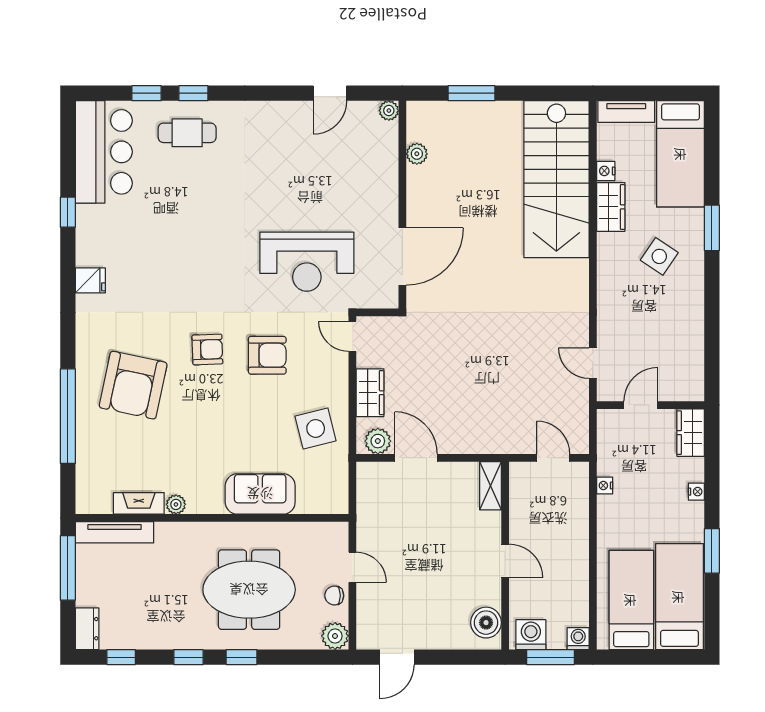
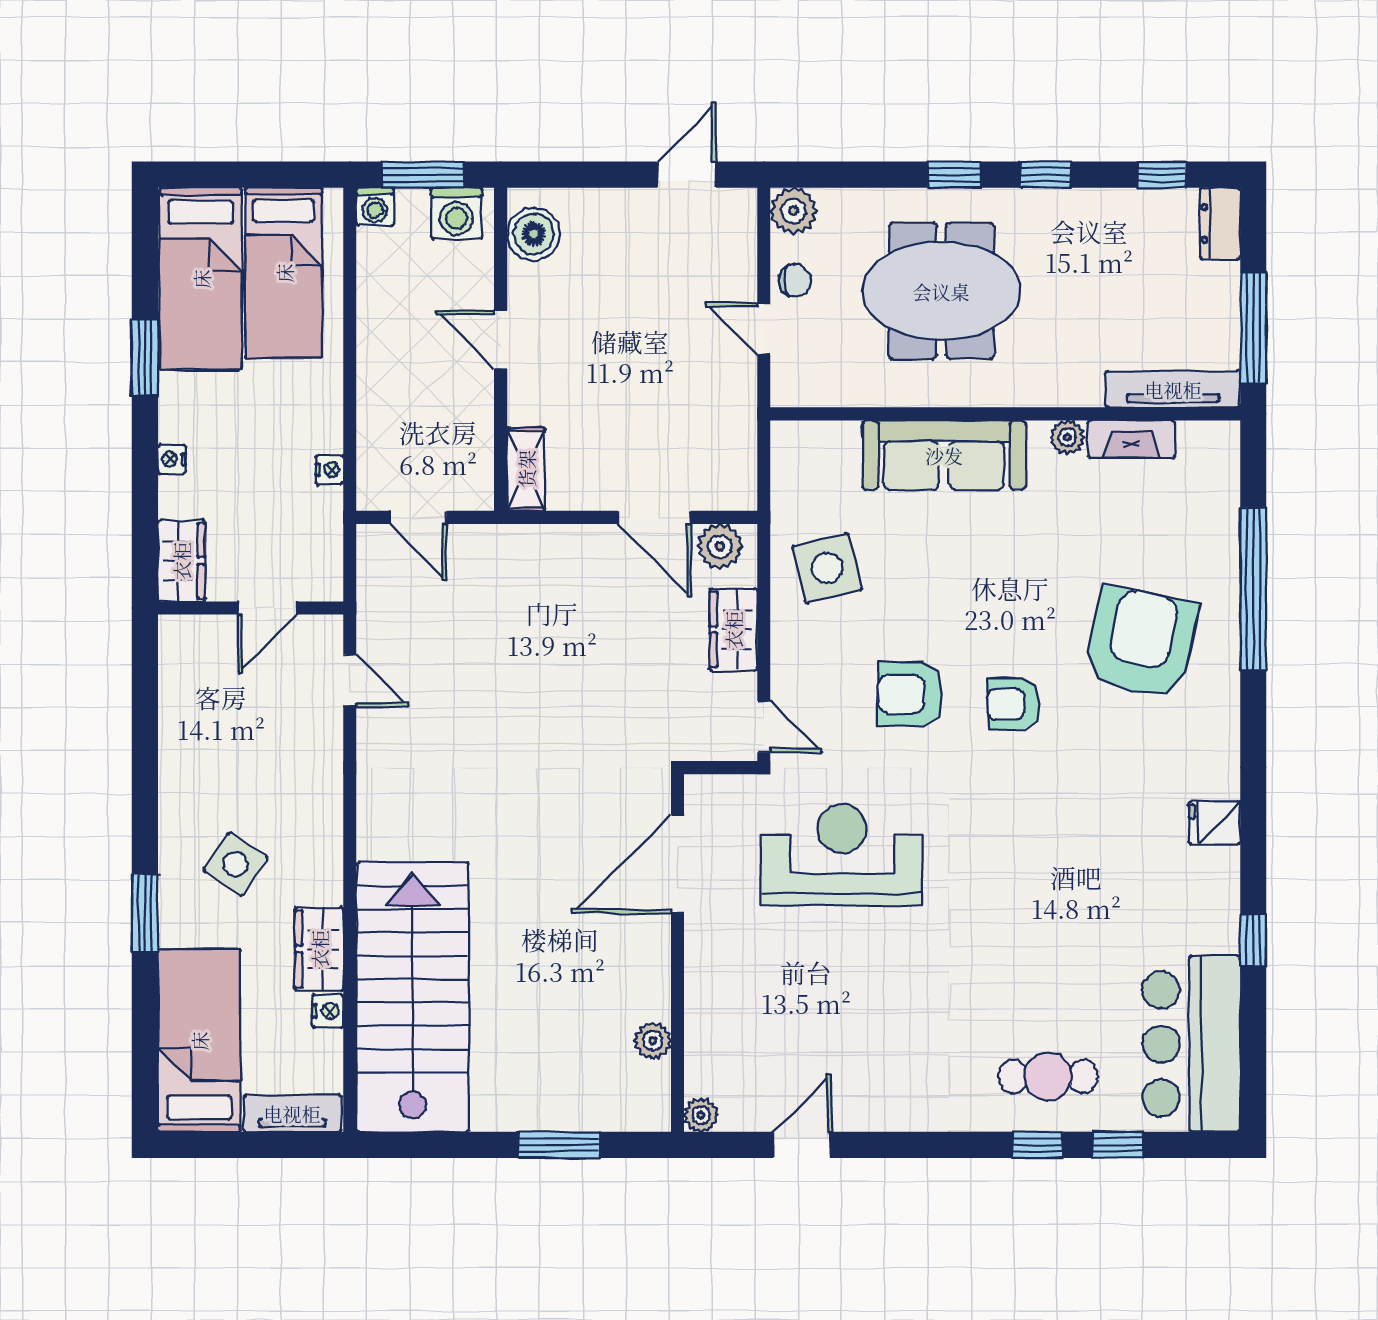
sofa: (260, 494) -> (944, 455), width x1.36

